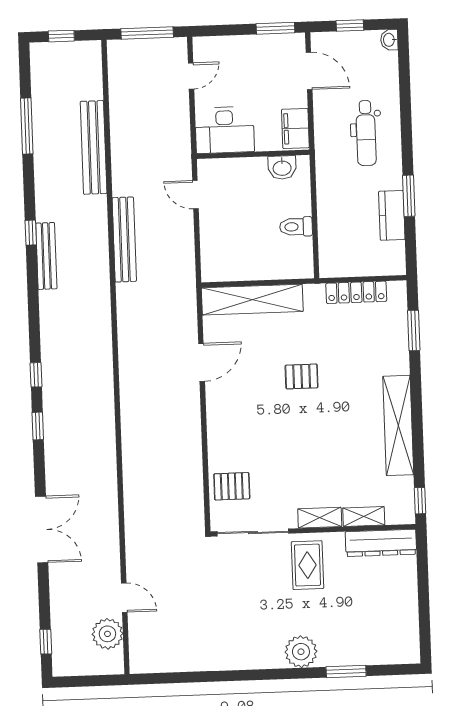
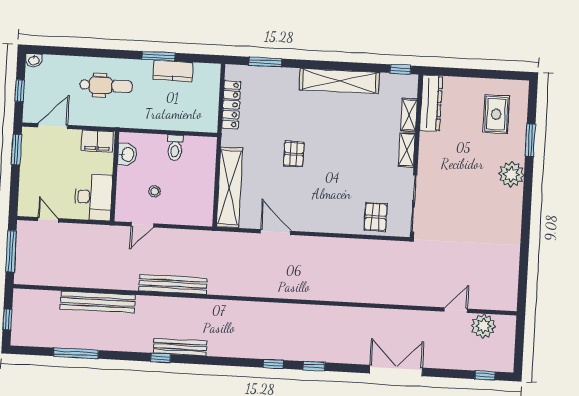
stool: (239, 206) -> (155, 191), added
rug: (307, 565) -> (496, 114), moved, turned 90

